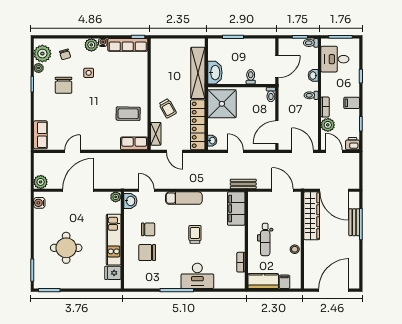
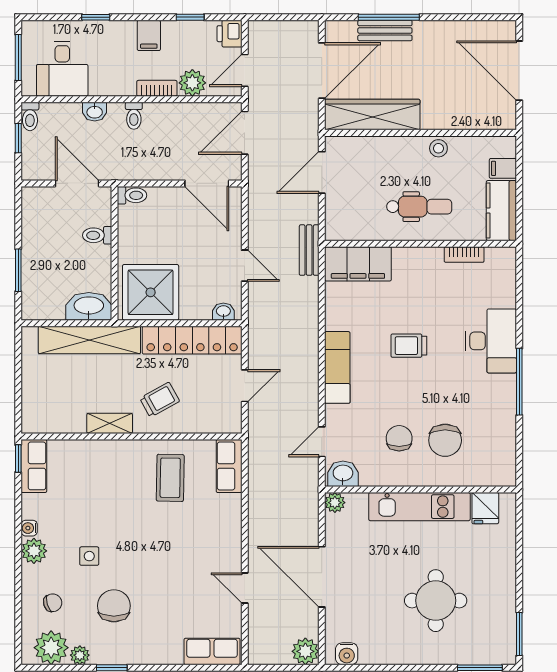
row of seats: (128, 45) -> (34, 466), width x0.68
chair: (64, 85) -> (114, 606), turned -90
shelving: (156, 134) -> (110, 423), moved
door: (235, 151) -> (245, 266), swing flipped

